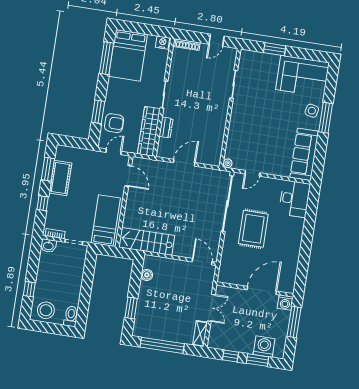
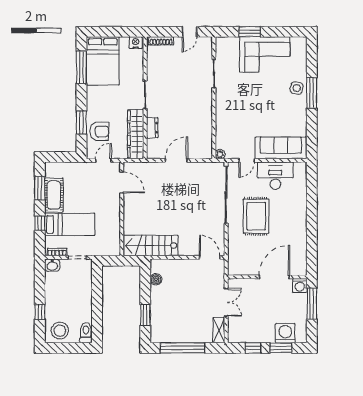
corner sofa: (302, 76) -> (265, 55), moved
sofa: (304, 154) -> (281, 148), moved, turned 90
desk: (294, 199) -> (275, 176), moved, turned -90
bed: (106, 221) -> (70, 224), moved, turned 90

